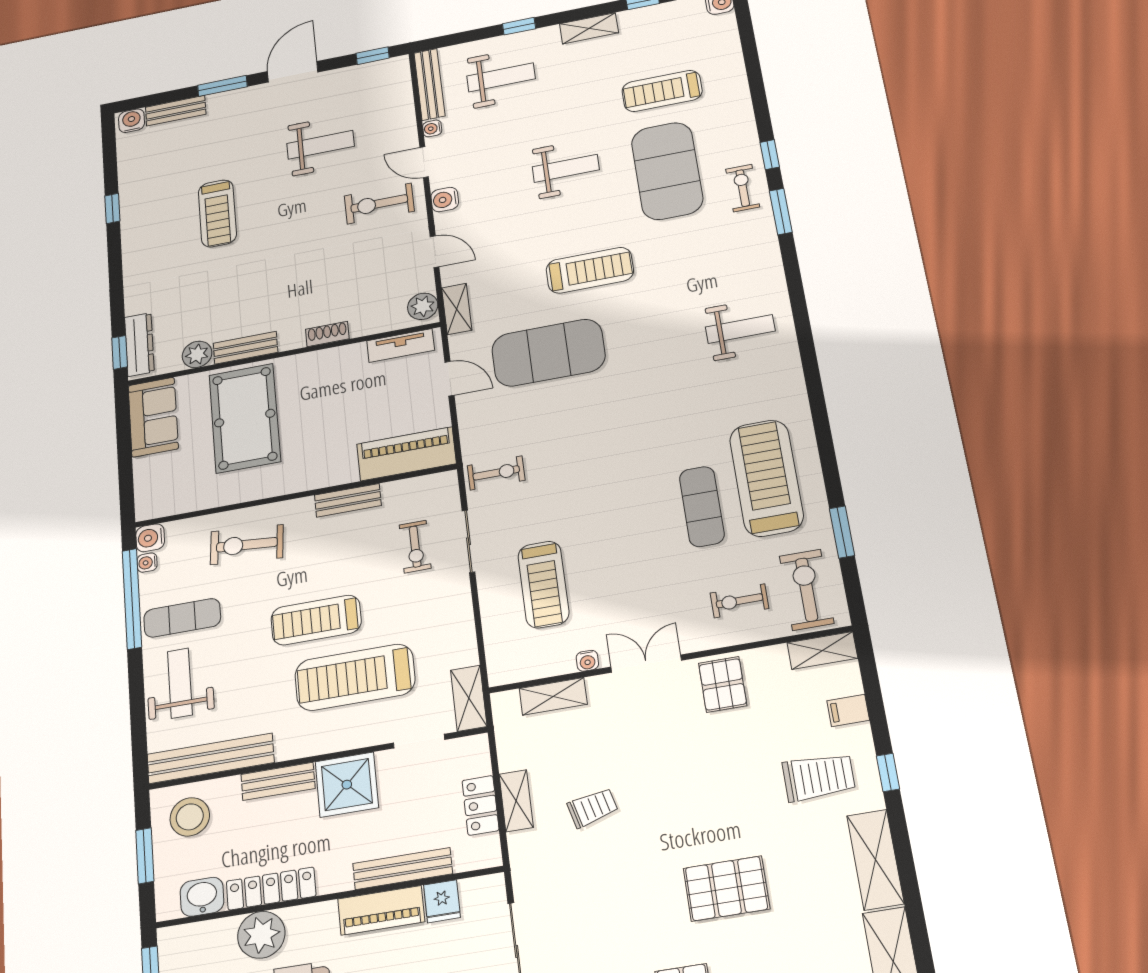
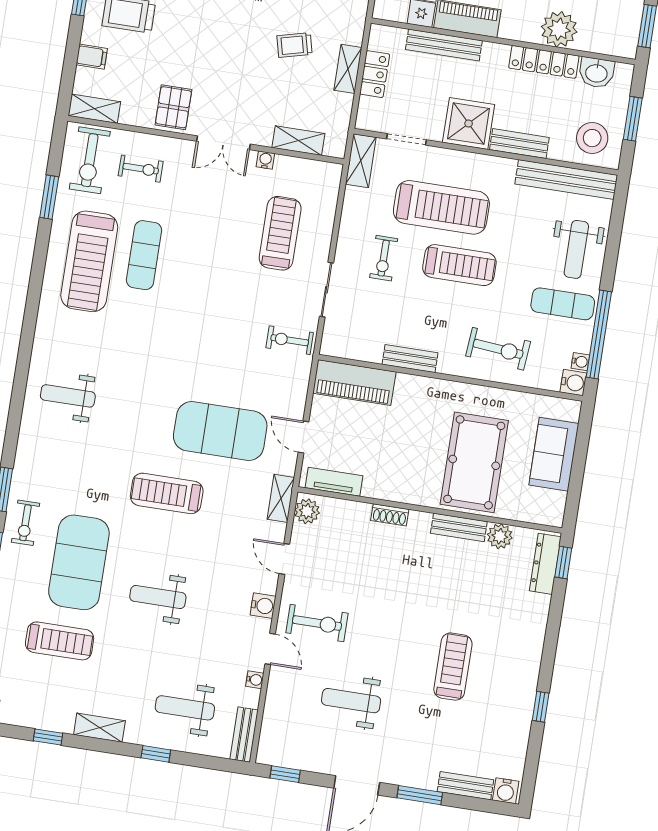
bench: (429, 84) -> (244, 735), width x0.73
sofa: (153, 417) -> (554, 454), moved
exercise bike: (415, 547) -> (384, 258), moved, turned 180

